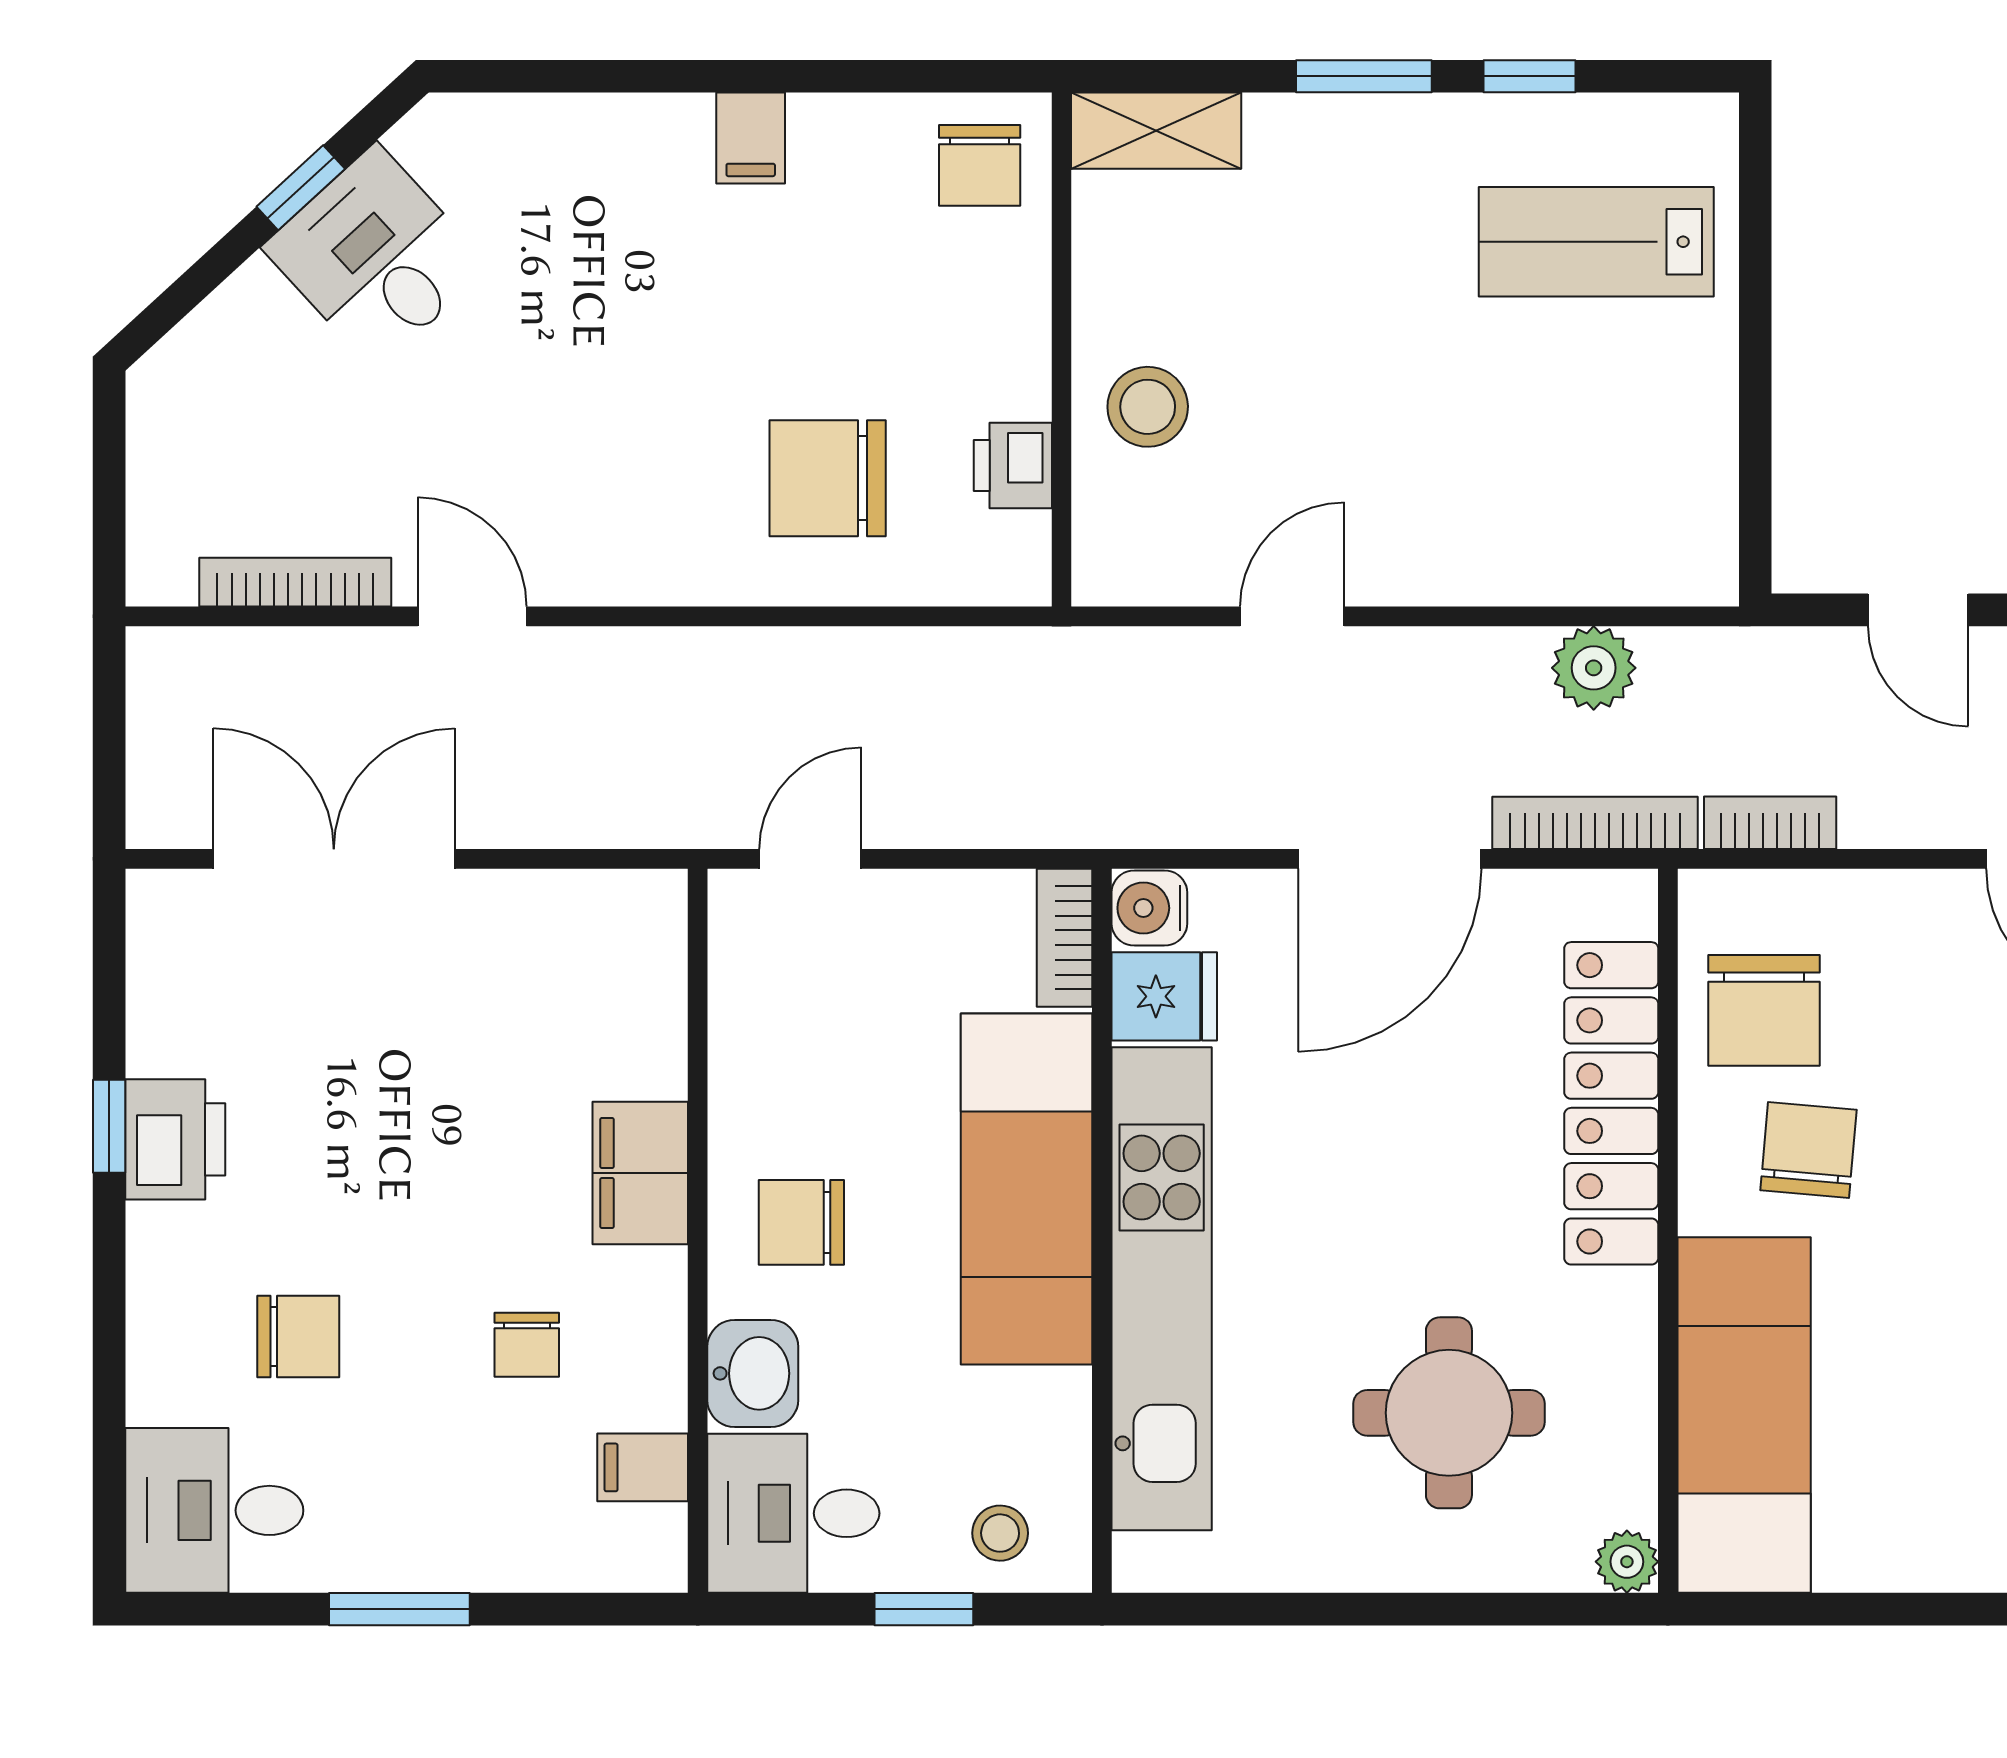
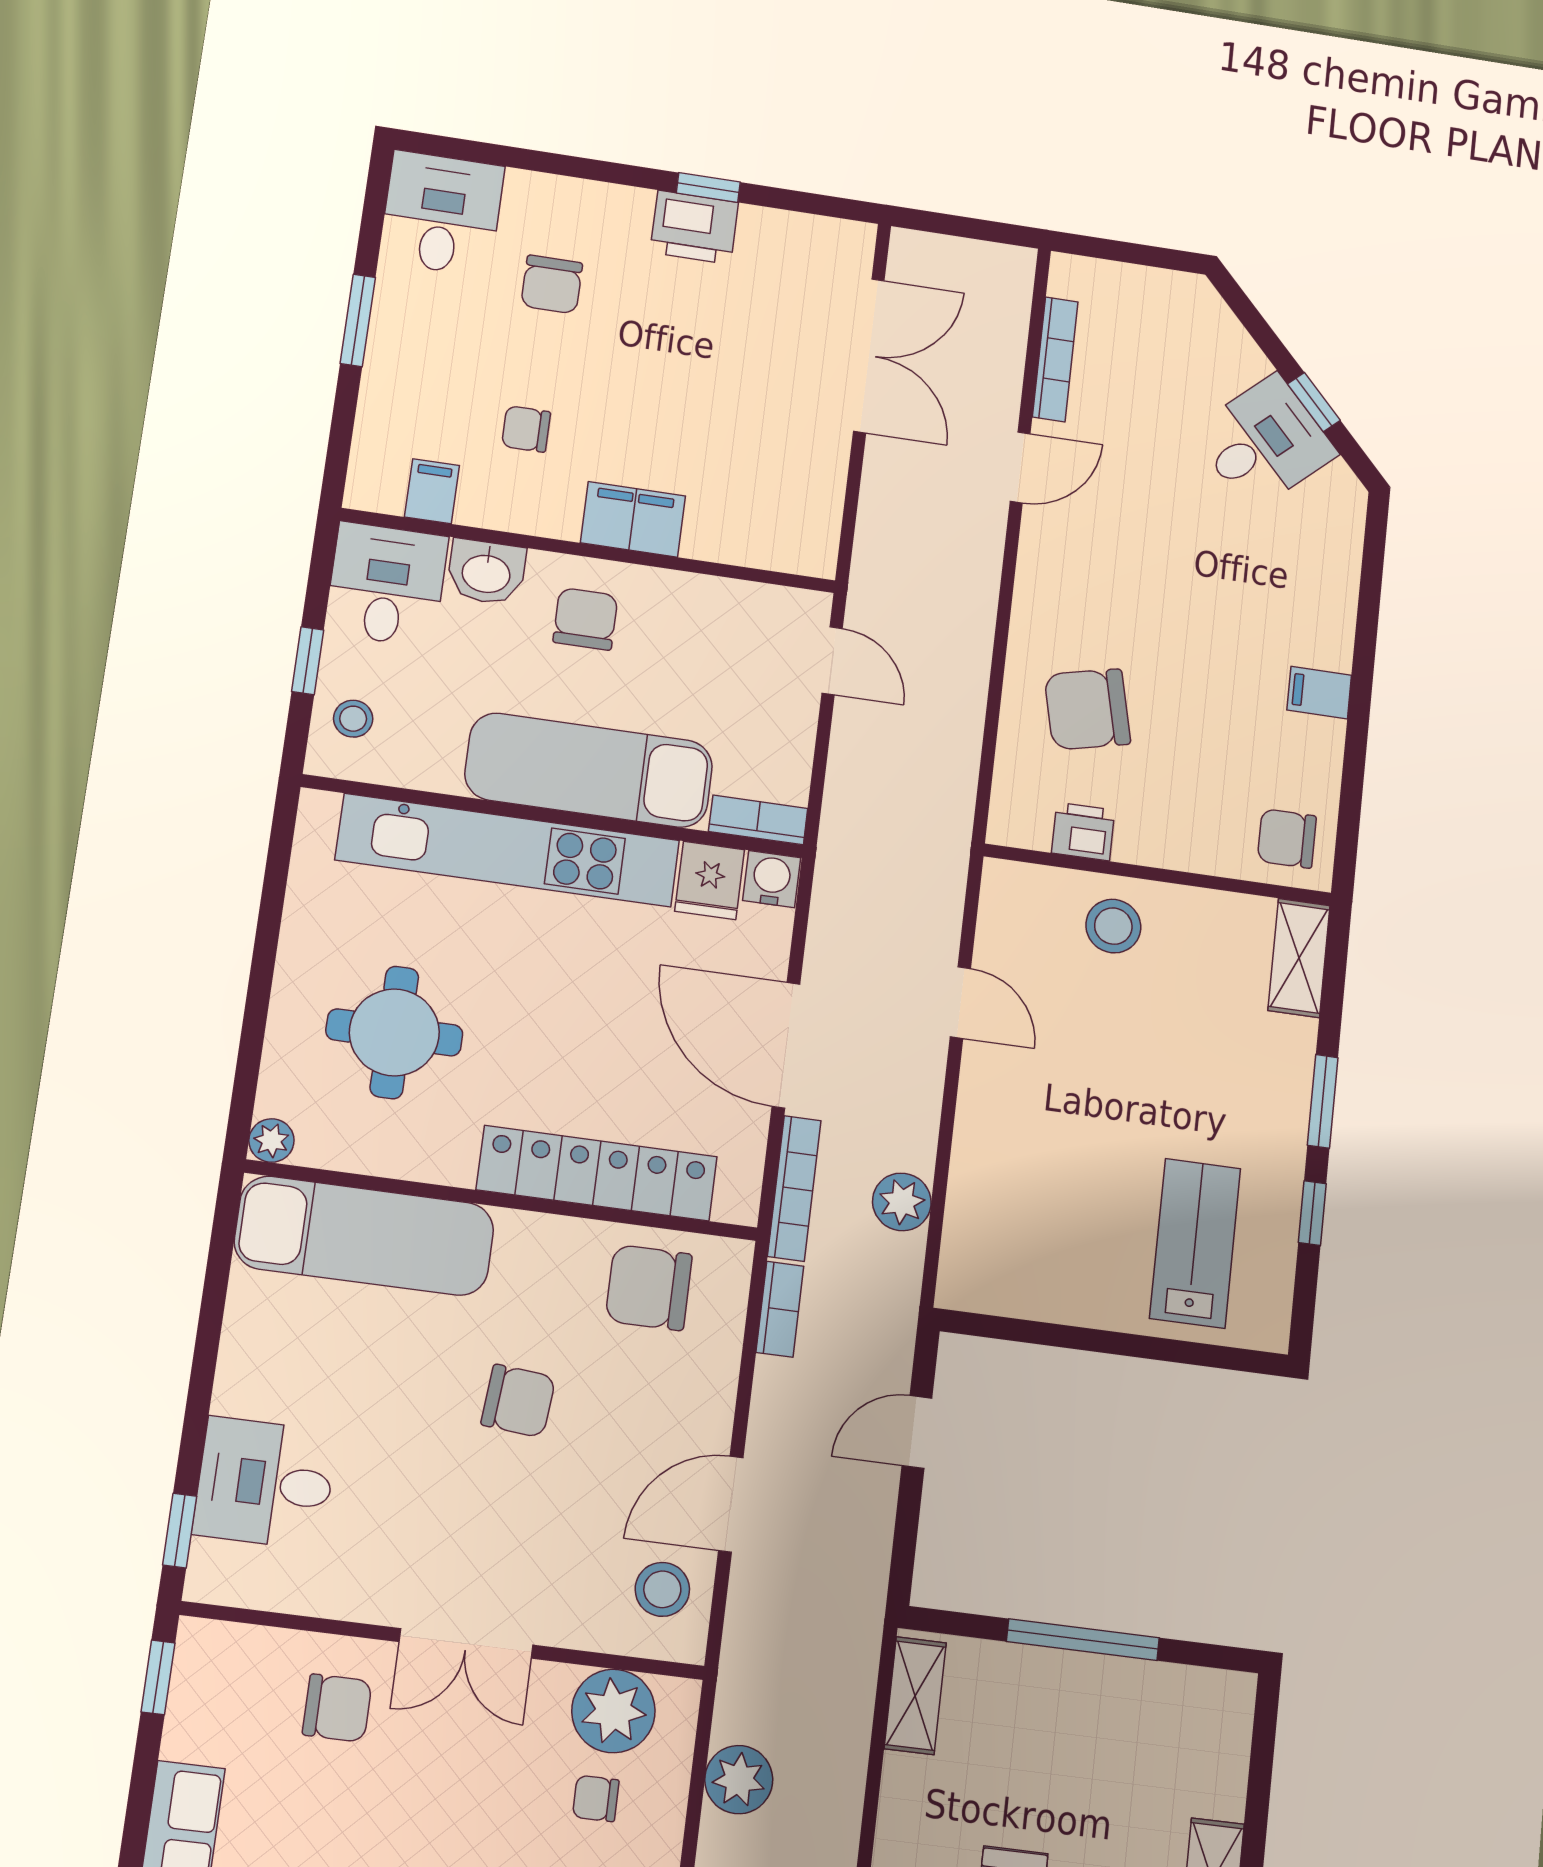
chair: (828, 478) -> (1087, 709), turned -103
chair: (1809, 1150) -> (518, 1401), moved

